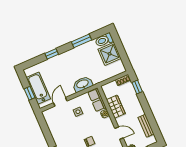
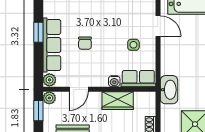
washbasin: (83, 84) -> (169, 90), moved

